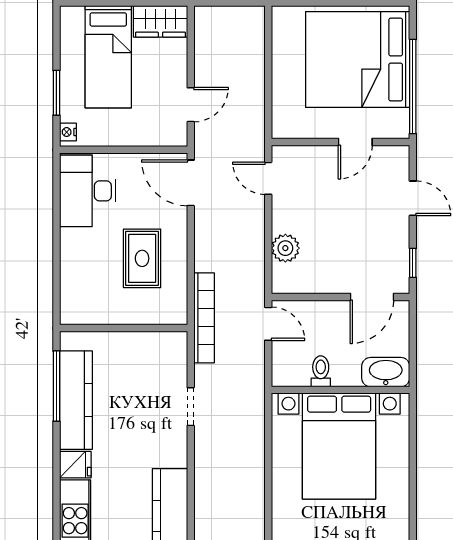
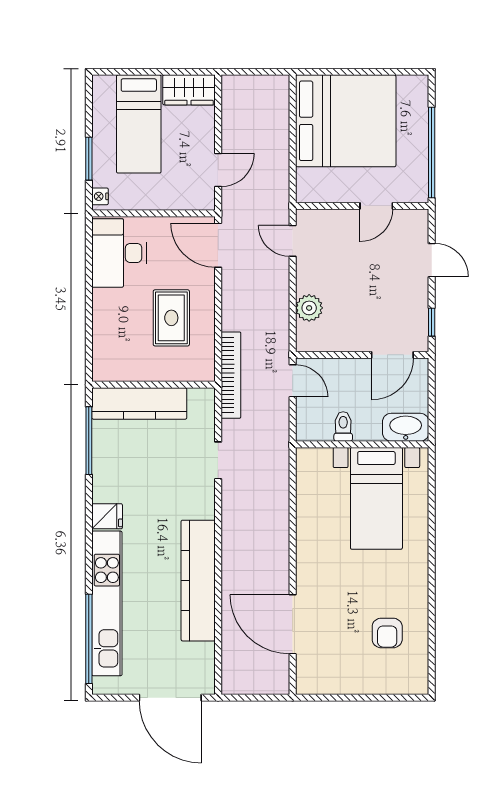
bed: (358, 60) -> (346, 121), moved, turned 180
kitchen counter: (76, 400) -> (139, 403), moved, turned 90
bed with nightstands: (339, 446) -> (376, 498), width x0.73

